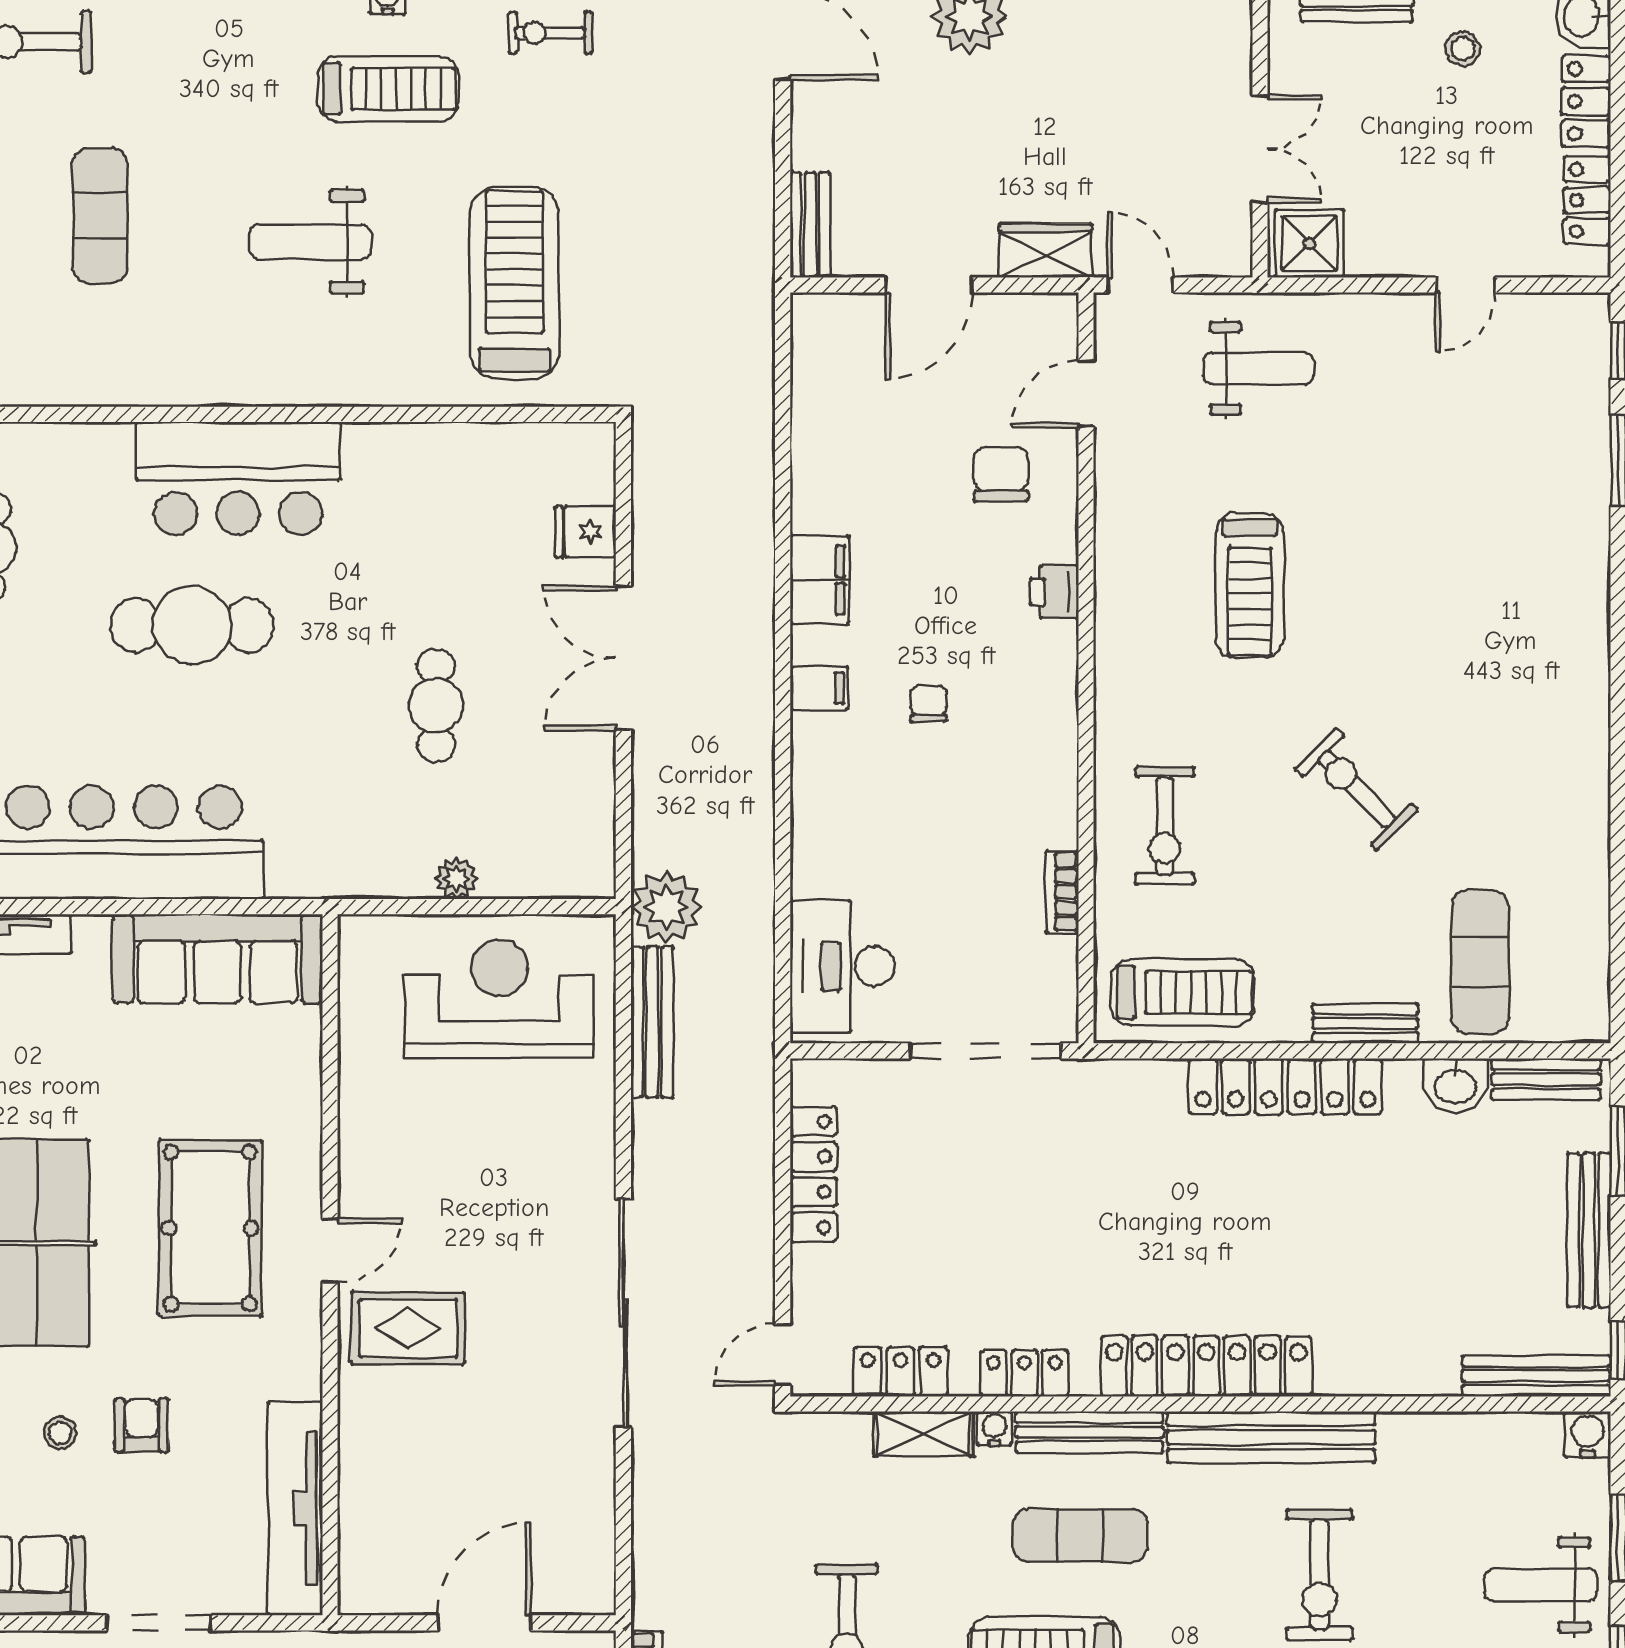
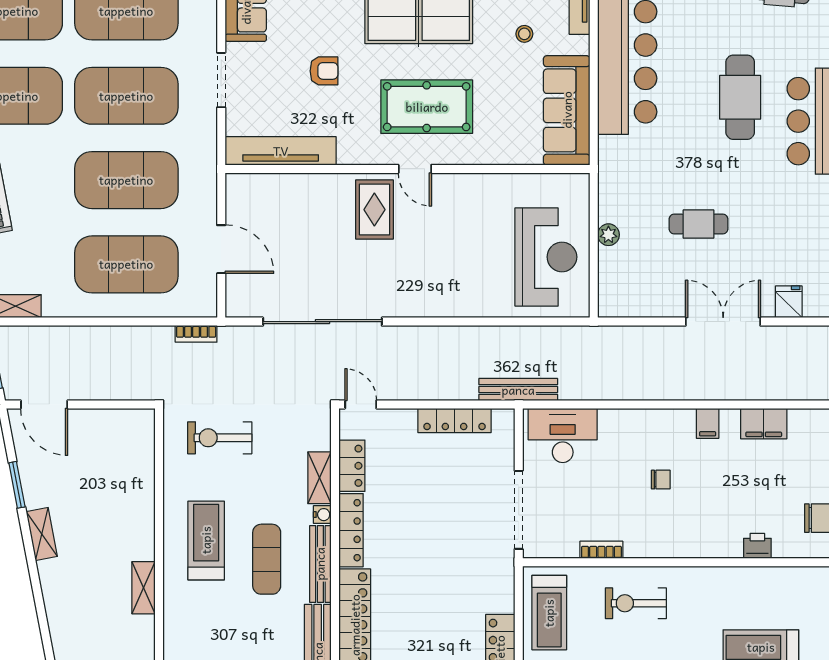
chair: (928, 704) -> (661, 480), moved
plant: (666, 907) -> (594, 344), removed
bench: (652, 1022) -> (518, 390), moved
sliding door: (623, 1313) -> (322, 322), moved
locker: (1024, 1373) -> (351, 530), width x1.53
stool: (60, 1433) -> (524, 34), moved

